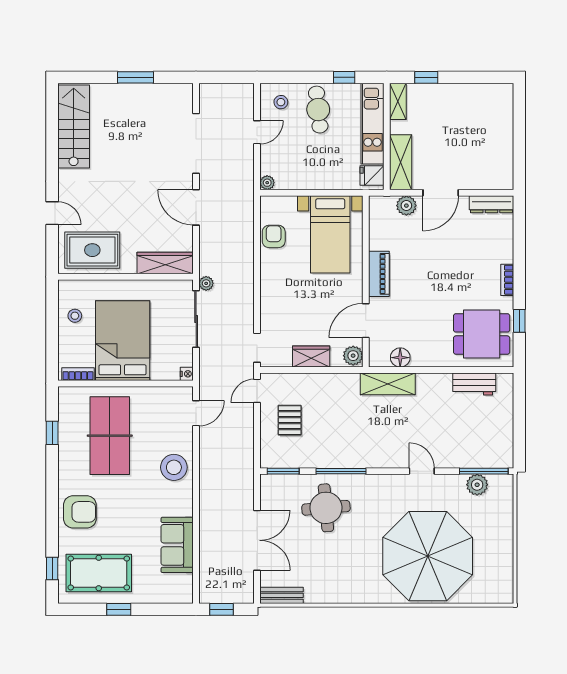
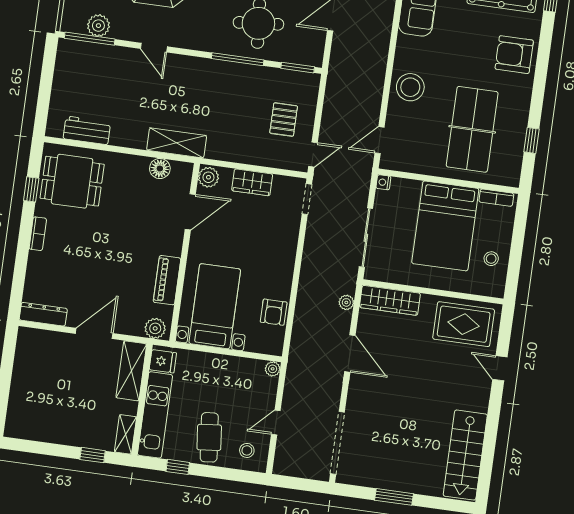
doorway: (196, 143) -> (337, 443), moved
plant: (406, 206) -> (155, 328), moved
piano: (379, 274) -> (167, 280), moved
plant: (206, 283) -> (346, 302), moved

